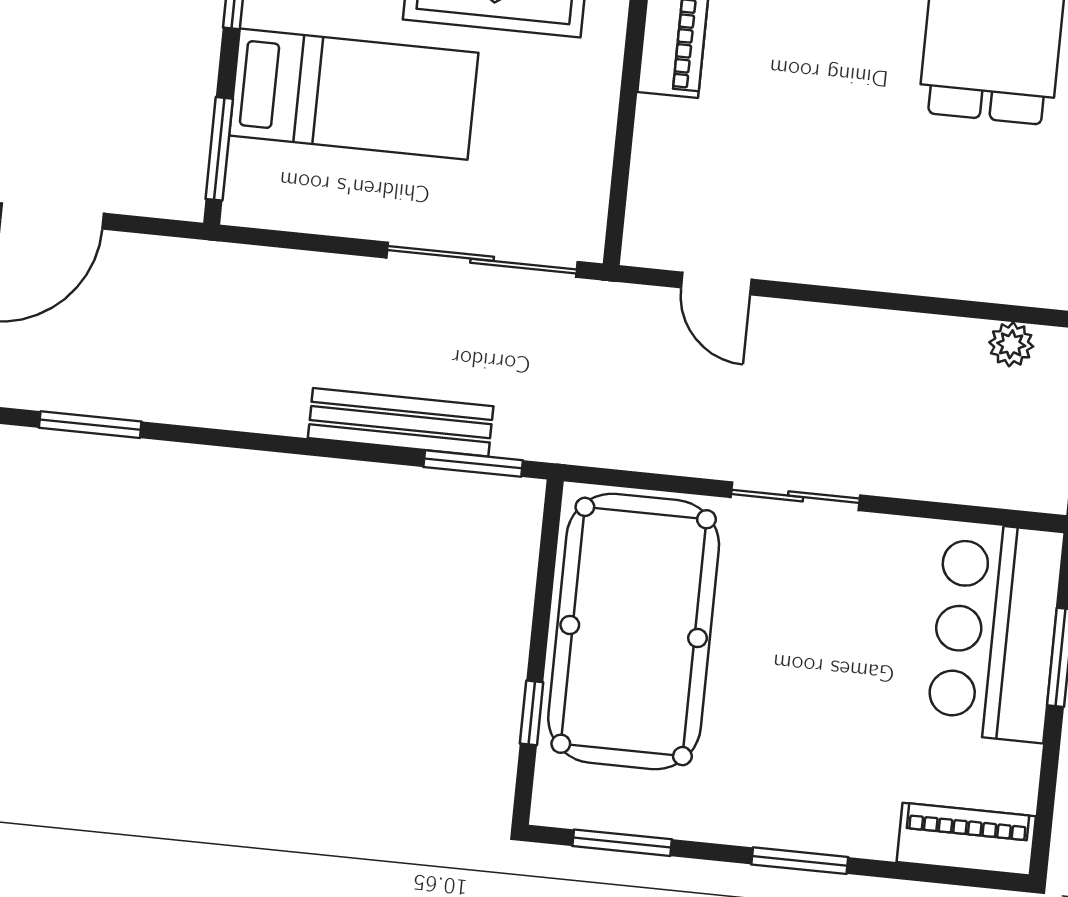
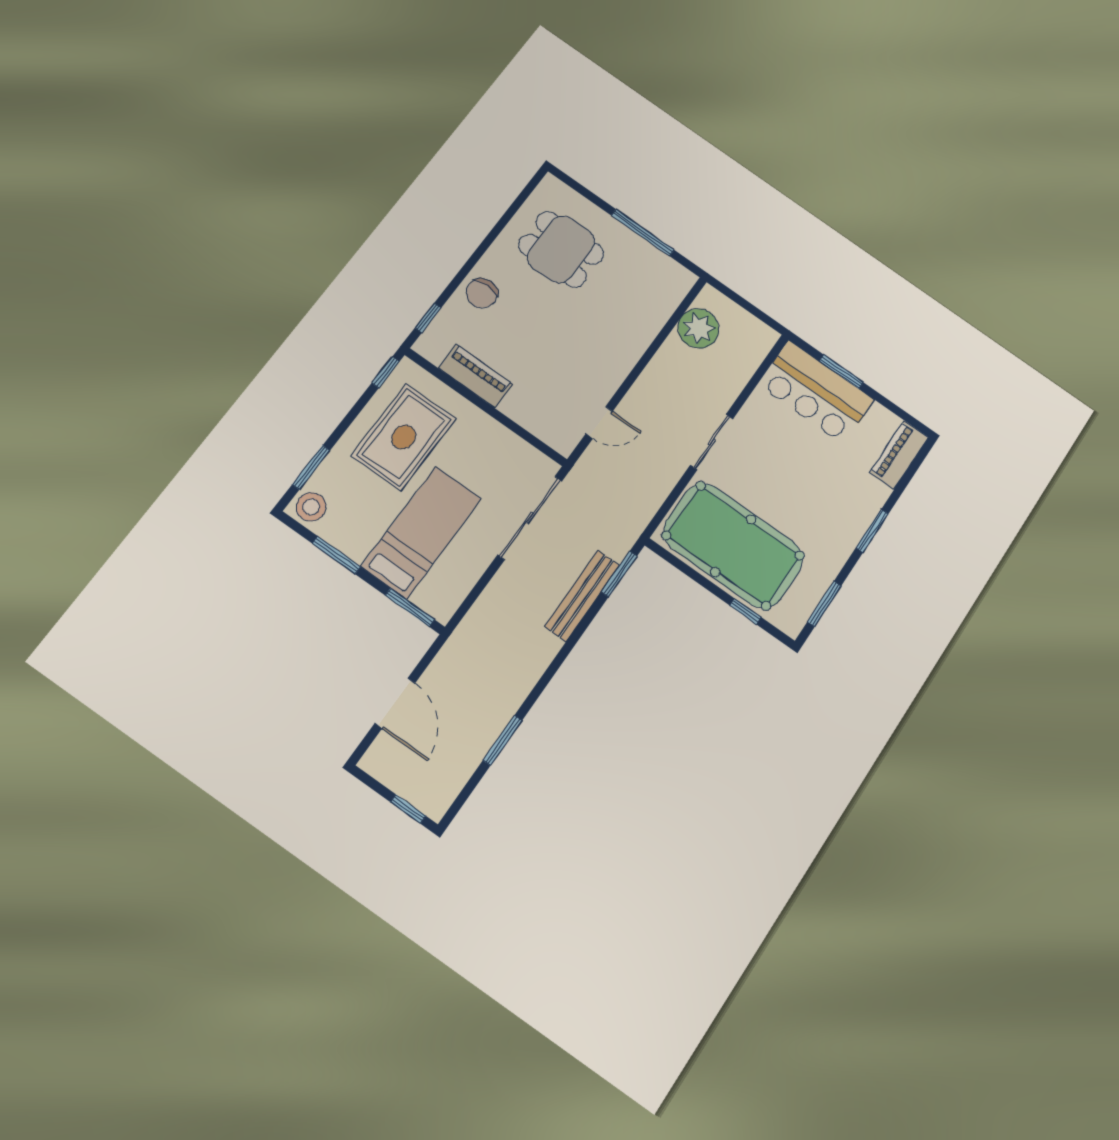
plant: (1011, 344) -> (698, 328), width x1.88, depth x1.88

